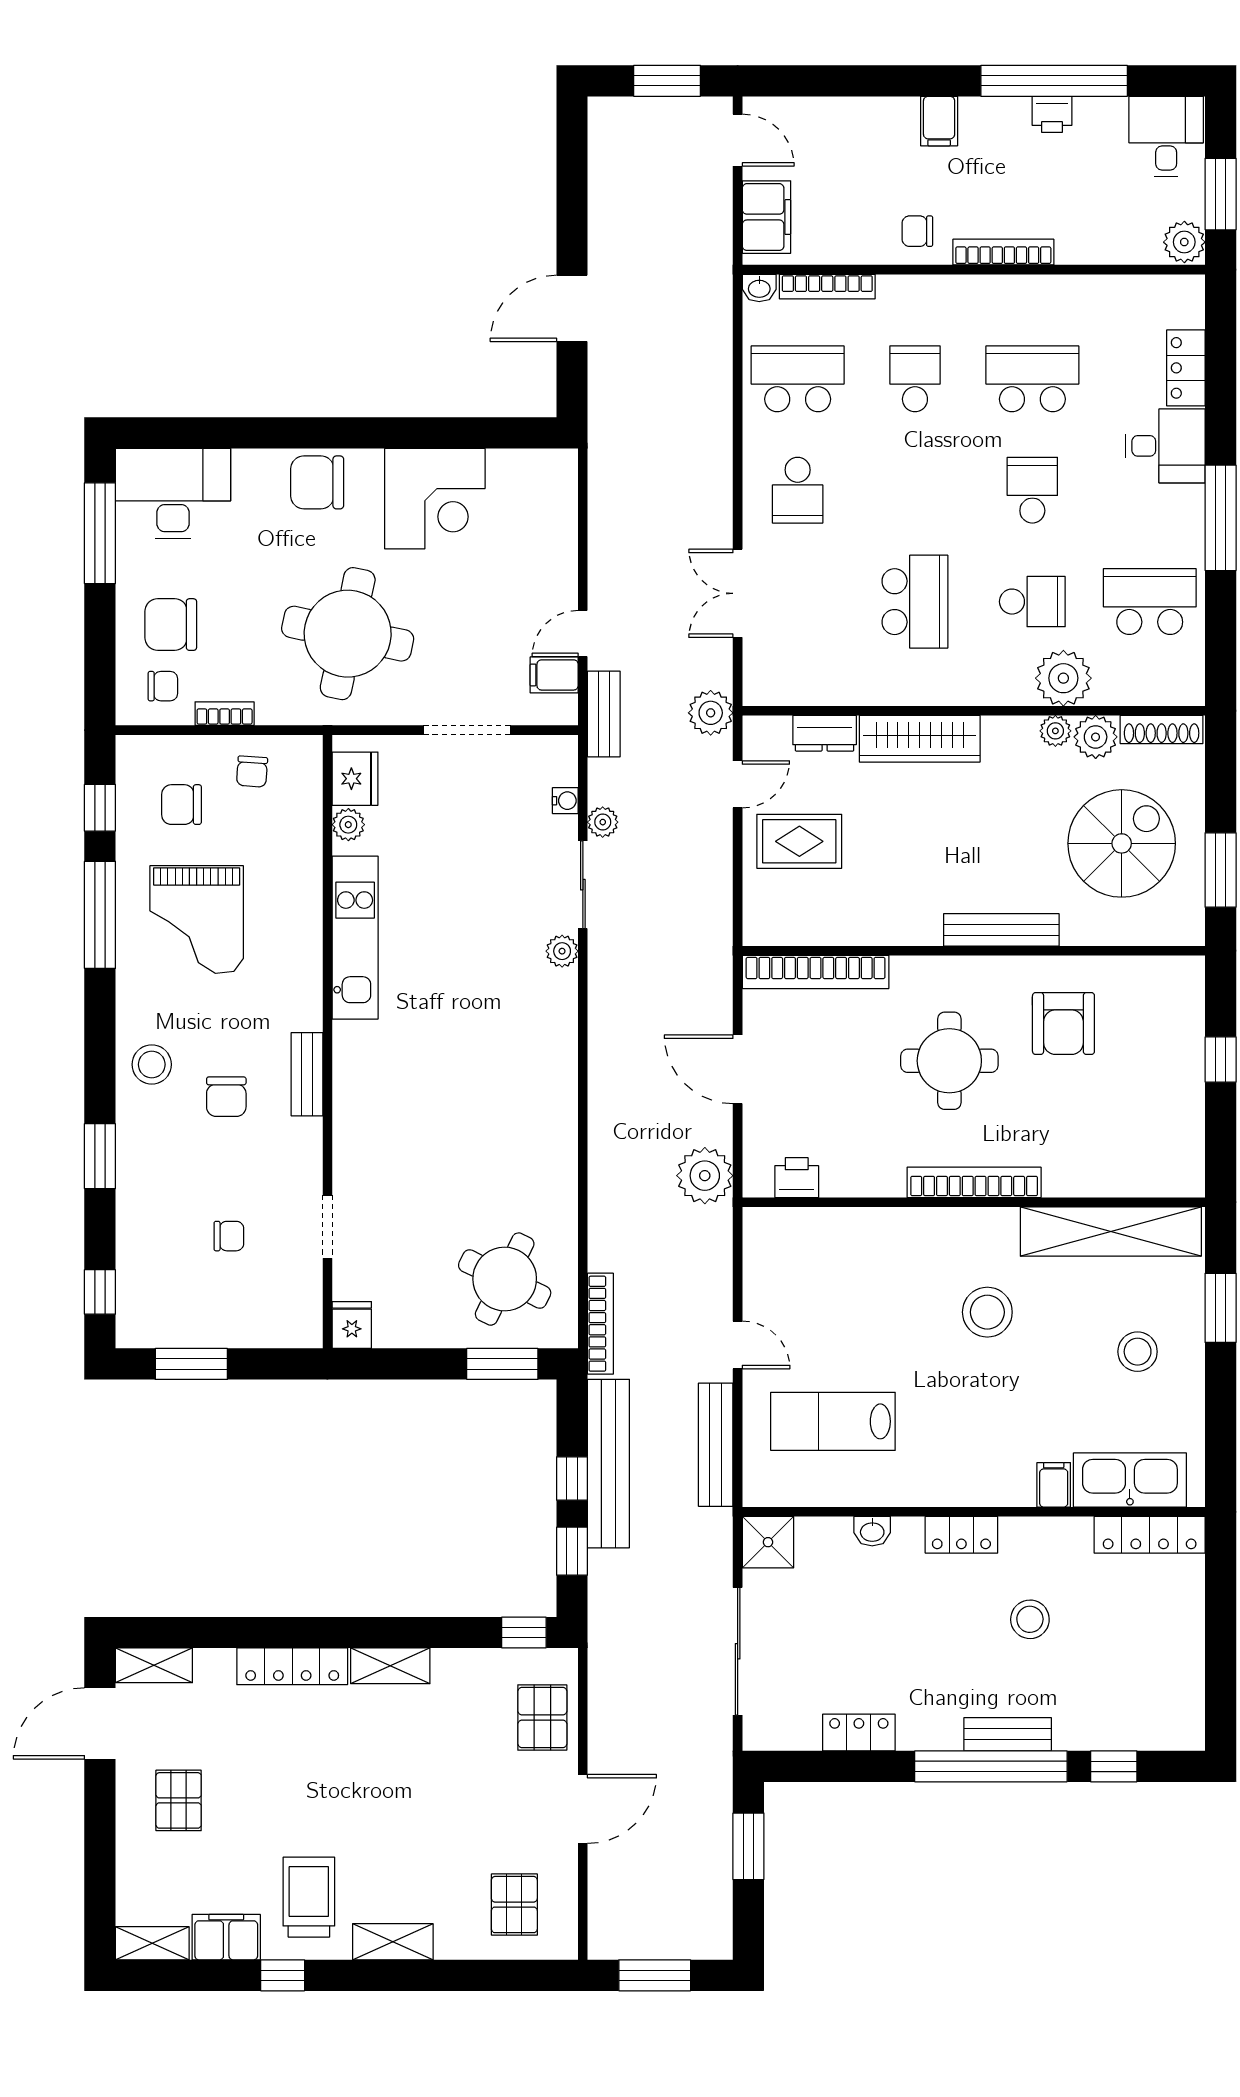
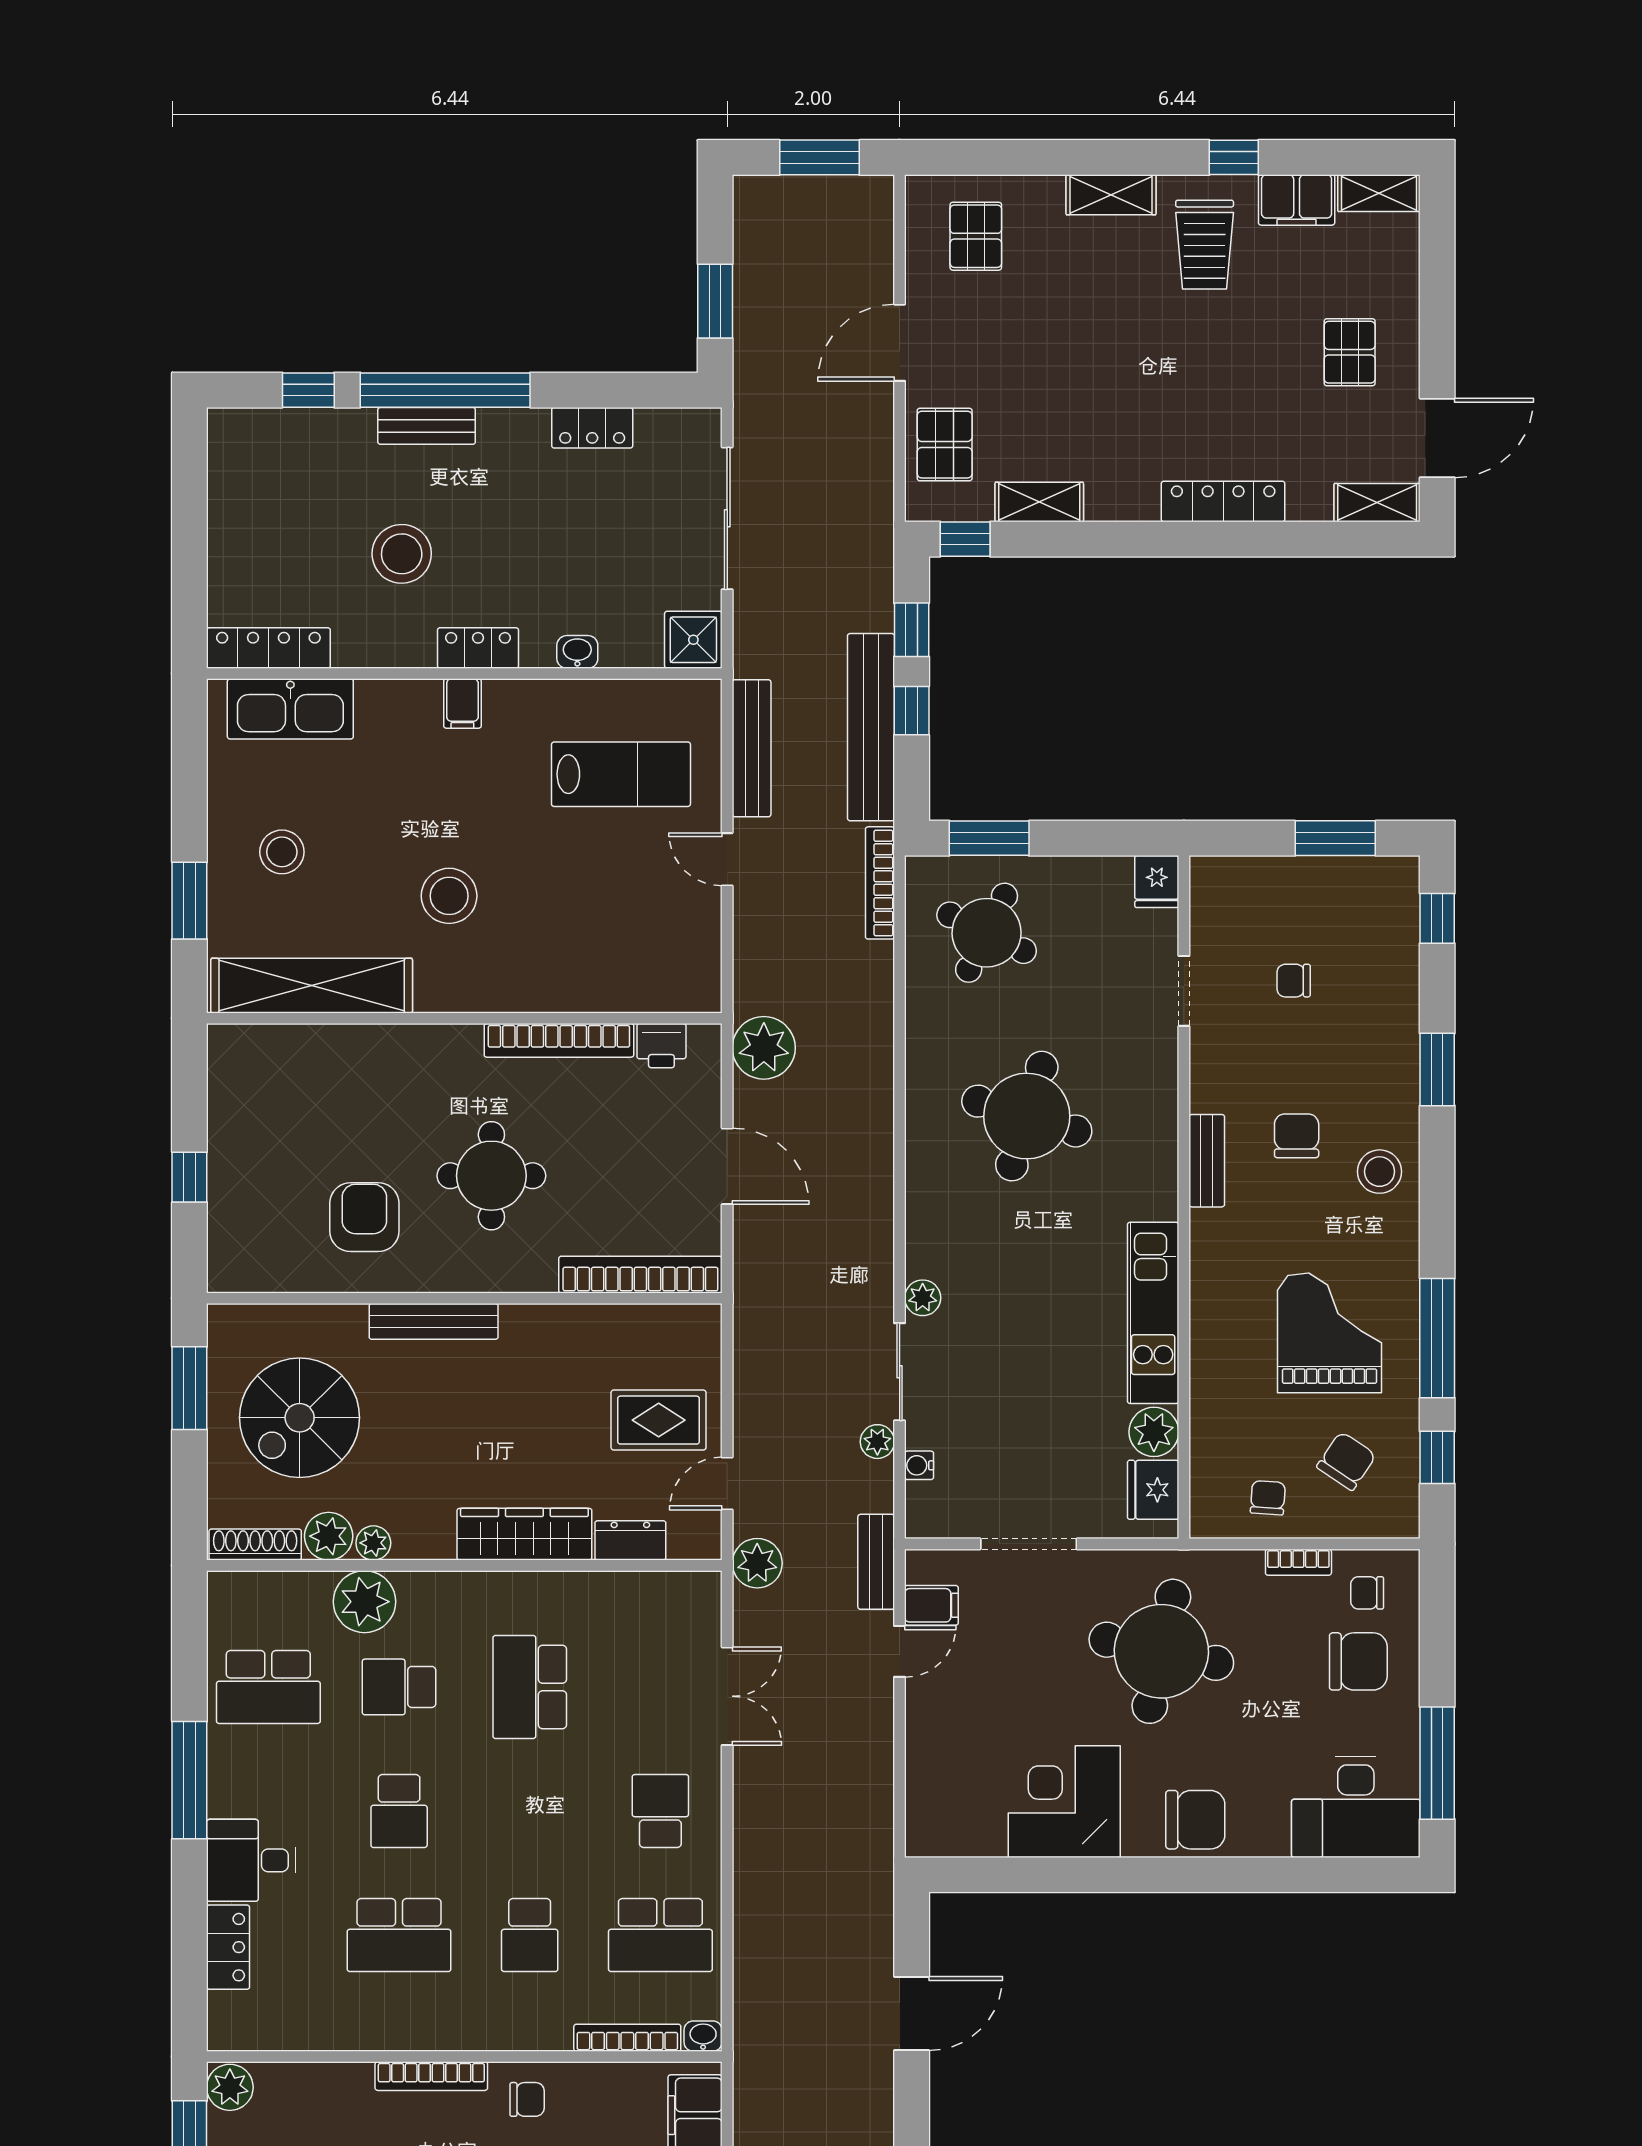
chair: (181, 805) -> (1346, 1461), turned -56
plant: (348, 825) -> (1154, 1432), width x1.38, depth x1.38
round table: (469, 1114) -> (1027, 1116), added
bookcase: (974, 1182) -> (559, 1040), moved
filing cabinet: (1054, 1485) -> (462, 704), moved
stool: (1030, 1619) -> (402, 554), width x1.38, depth x1.38
shelving: (390, 1666) -> (1039, 502), moved

